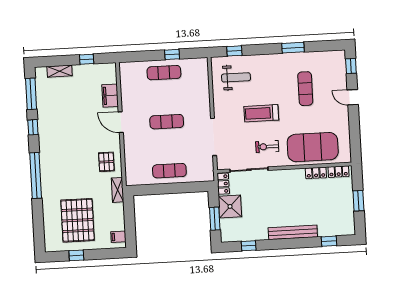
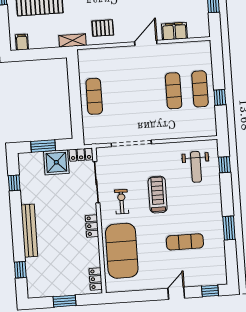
exercise mat: (167, 122) -> (174, 91), moved
locker: (316, 173) -> (92, 226), moved

